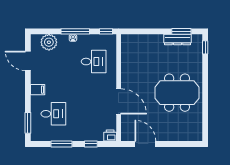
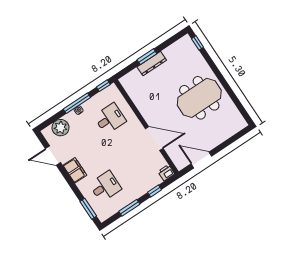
window: (181, 31) -> (147, 57), moved
dresser: (178, 39) -> (152, 64), moved
filing cabinet: (38, 90) -> (75, 170), width x2.00

